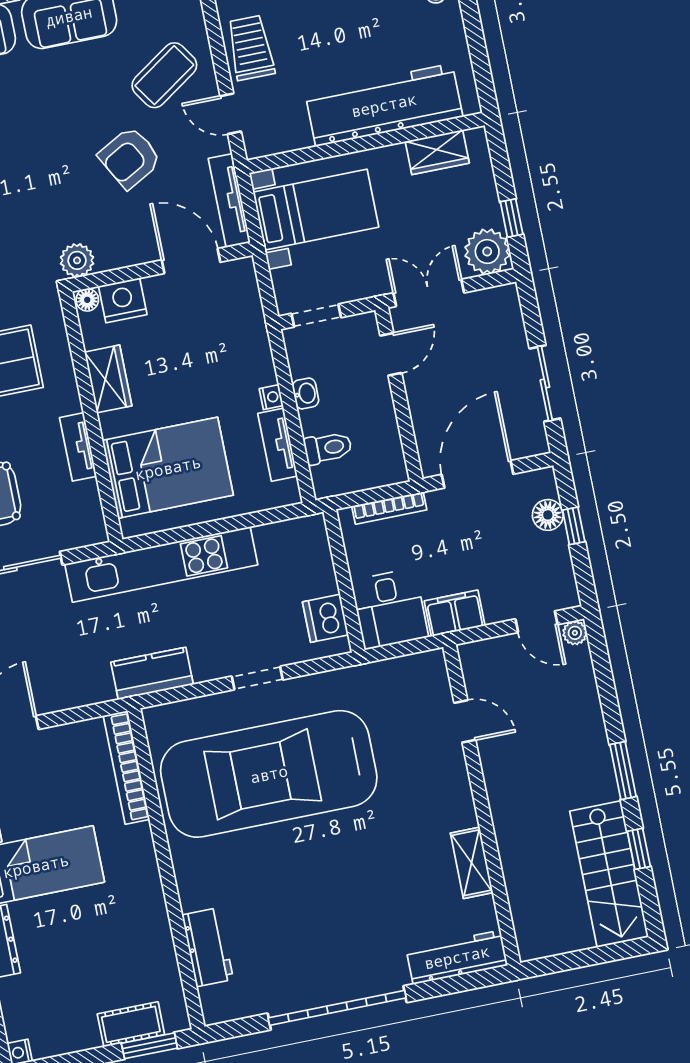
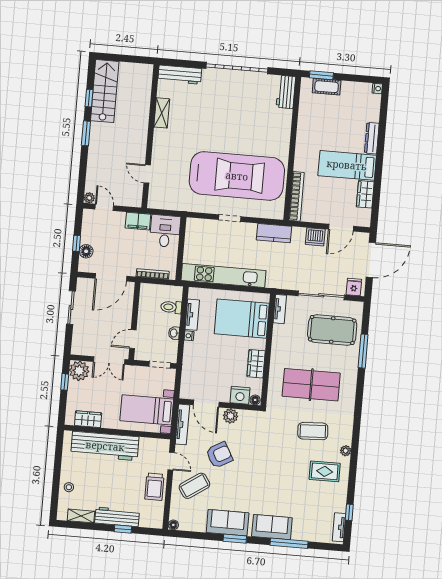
plant: (77, 260) -> (231, 416), moved
tv unit: (78, 447) -> (280, 309), moved
kitchen unit: (161, 564) -> (223, 275), moved
dishwasher: (325, 618) -> (315, 237), moved, turned 90
workbench: (208, 947) -> (286, 92), moved

